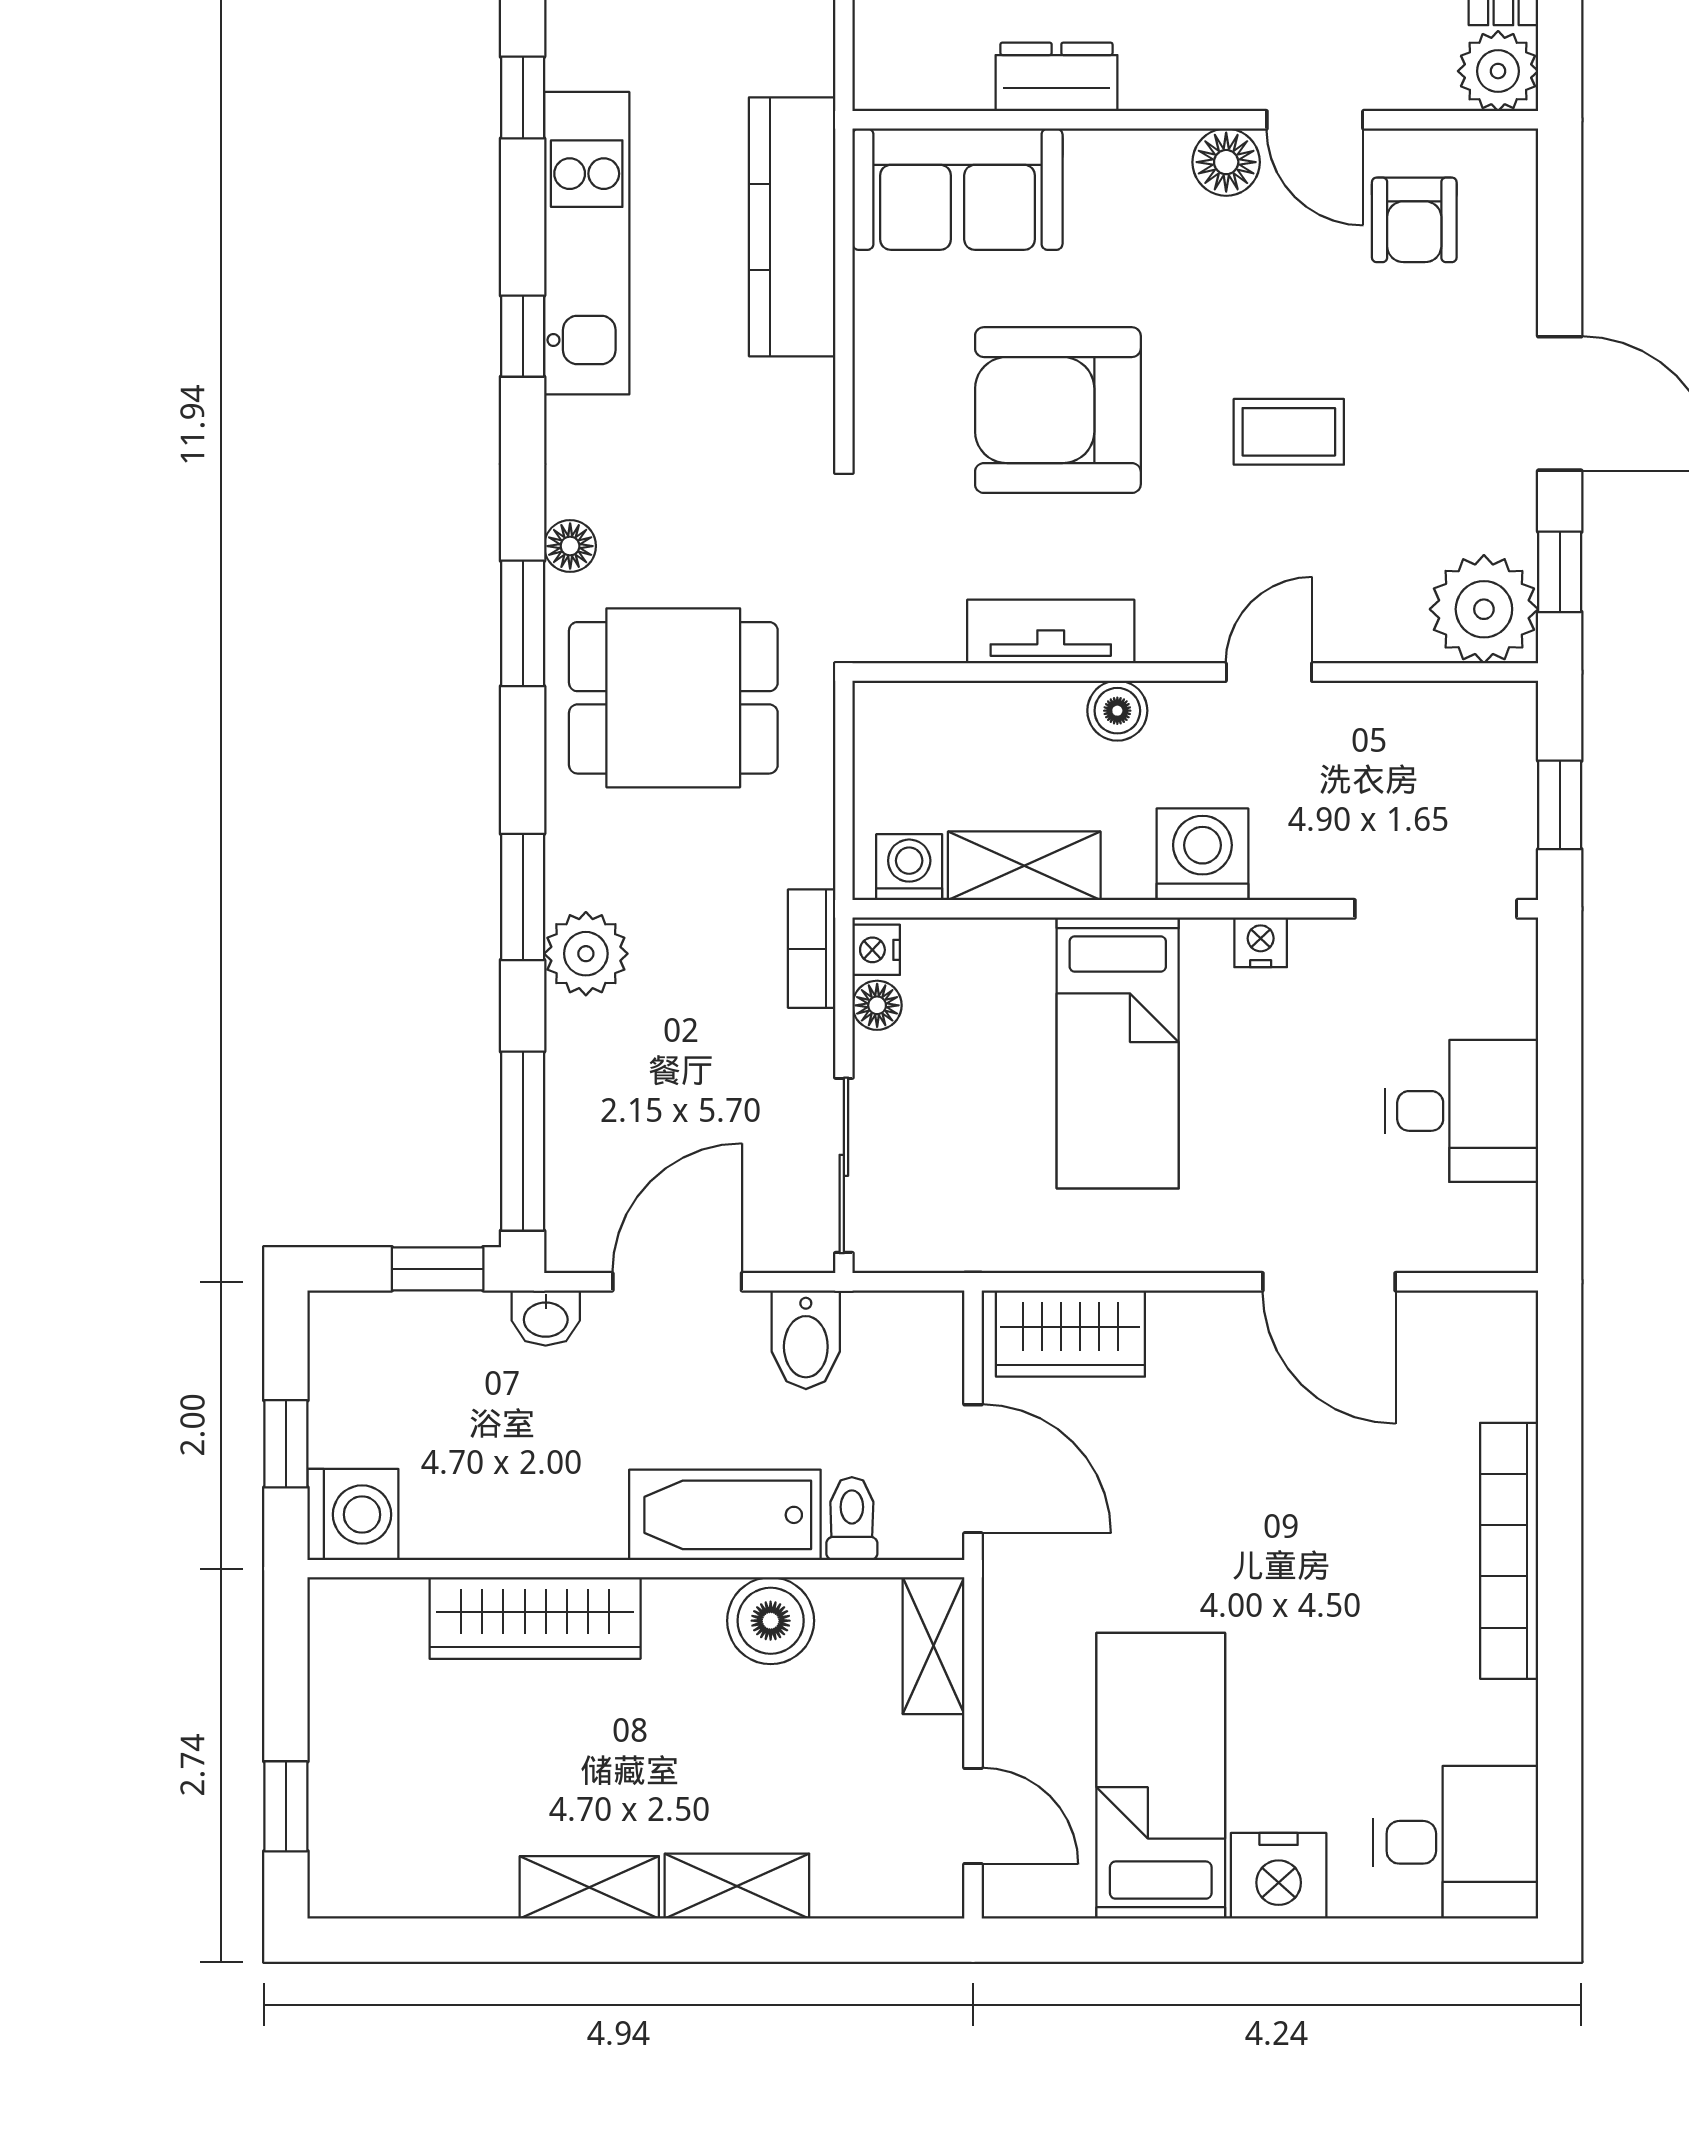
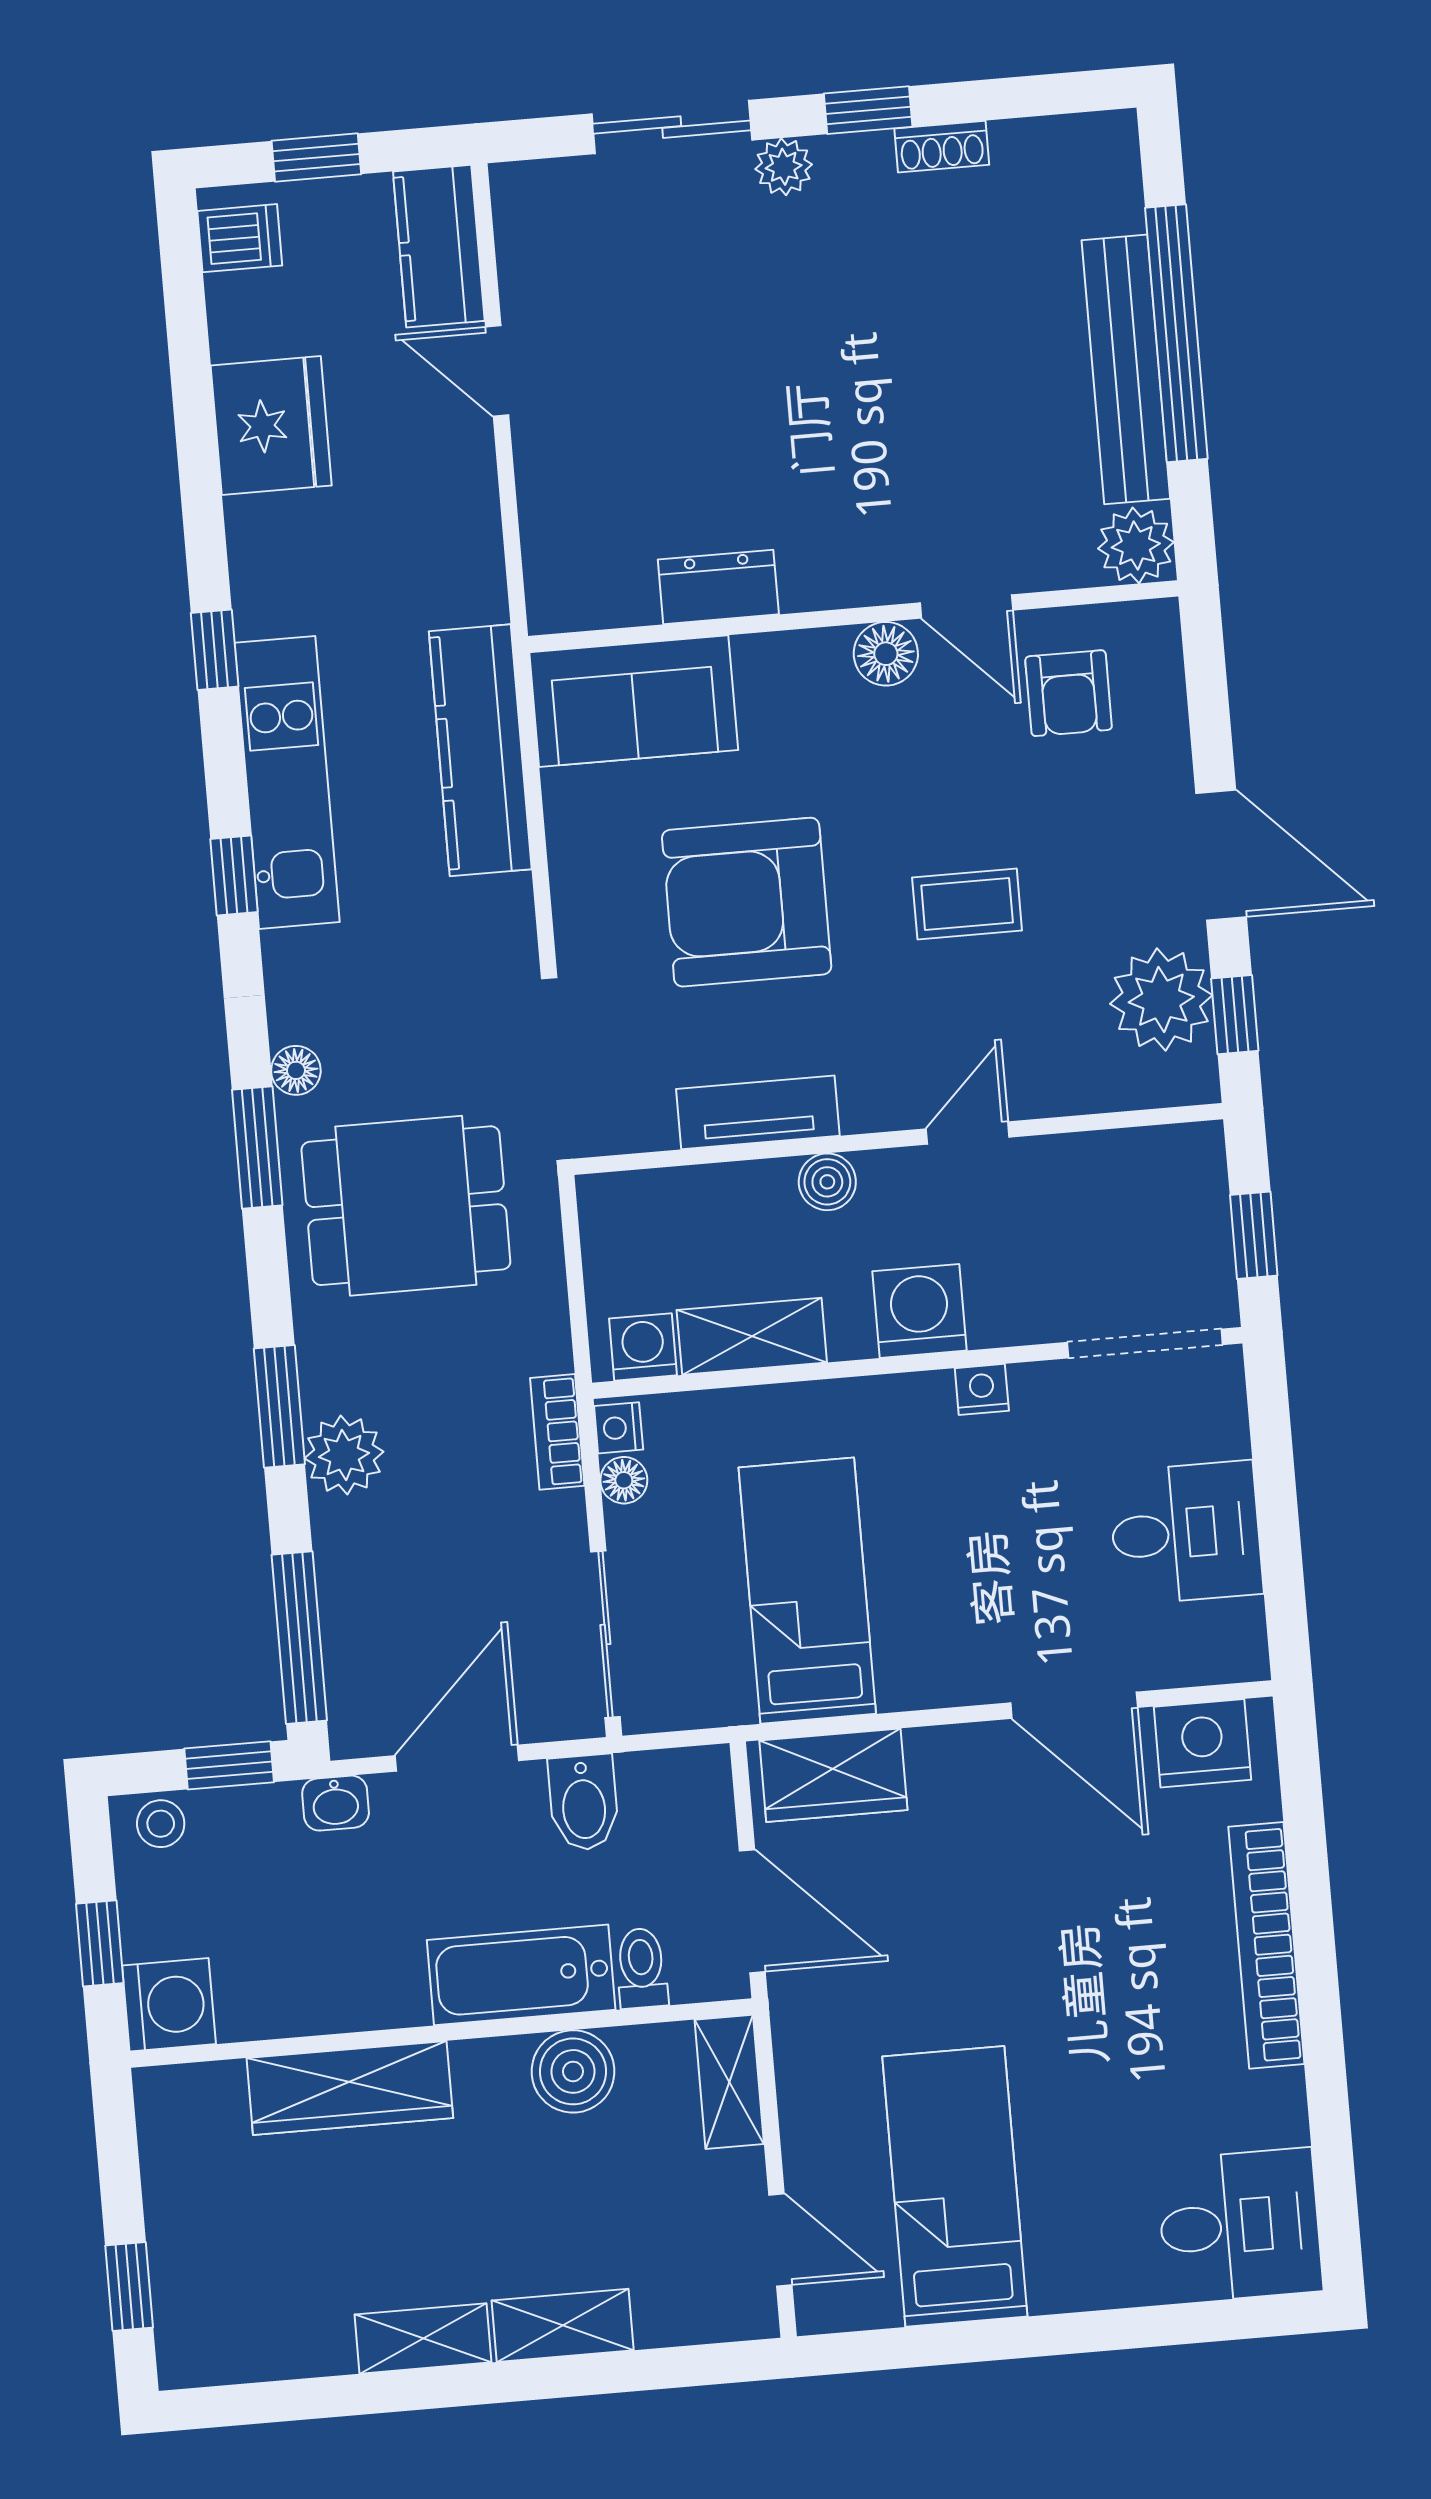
plant: (1484, 609) -> (1161, 1000), moved
bed: (1118, 1053) -> (807, 1591), moved, turned 180
stool: (360, 1324) -> (161, 1824), added
nightstand: (1279, 1876) -> (1202, 1743), moved, turned 180

